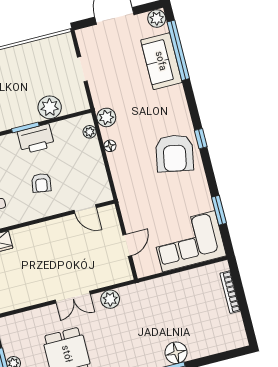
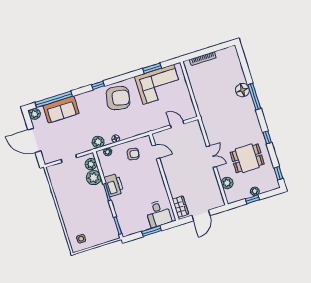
plant: (71, 104) -> (91, 164), added
window: (201, 139) -> (98, 85), moved
armchair: (41, 183) -> (133, 154), moved
door: (85, 209) -> (156, 152), hinge flipped
corner sofa: (189, 241) -> (158, 84), moved, turned -90
plant: (110, 299) -> (227, 183), moved

